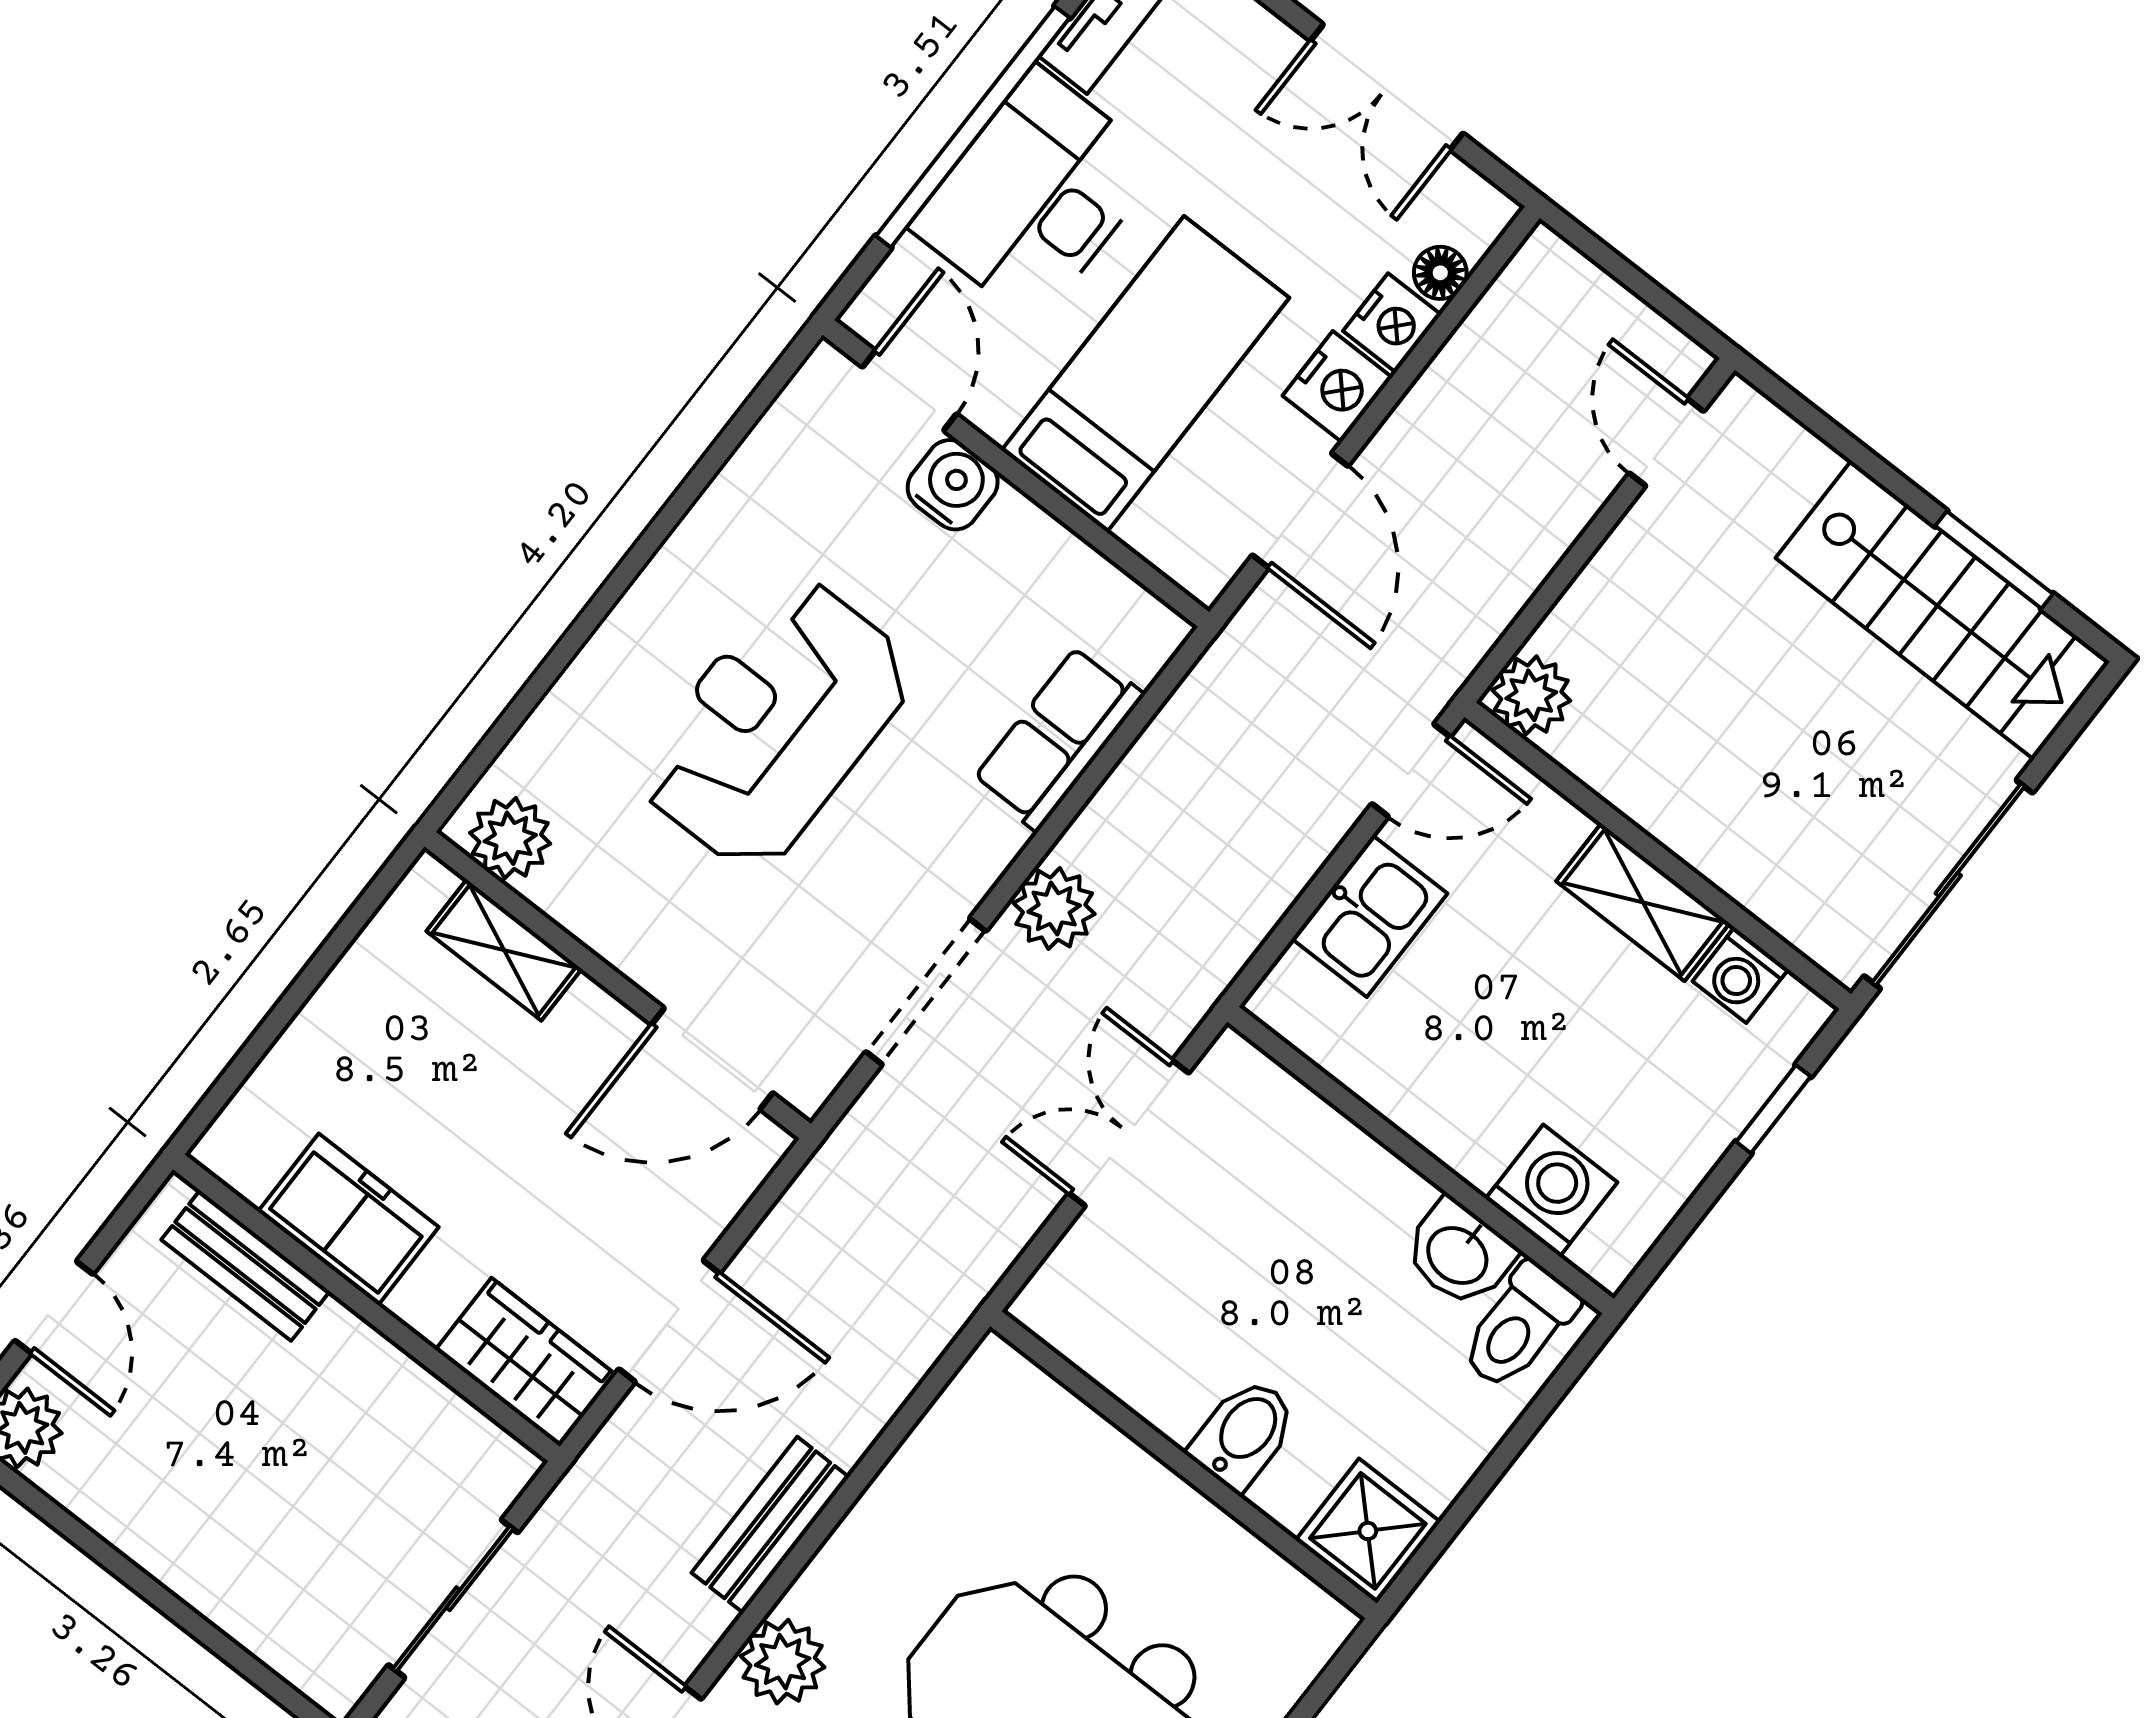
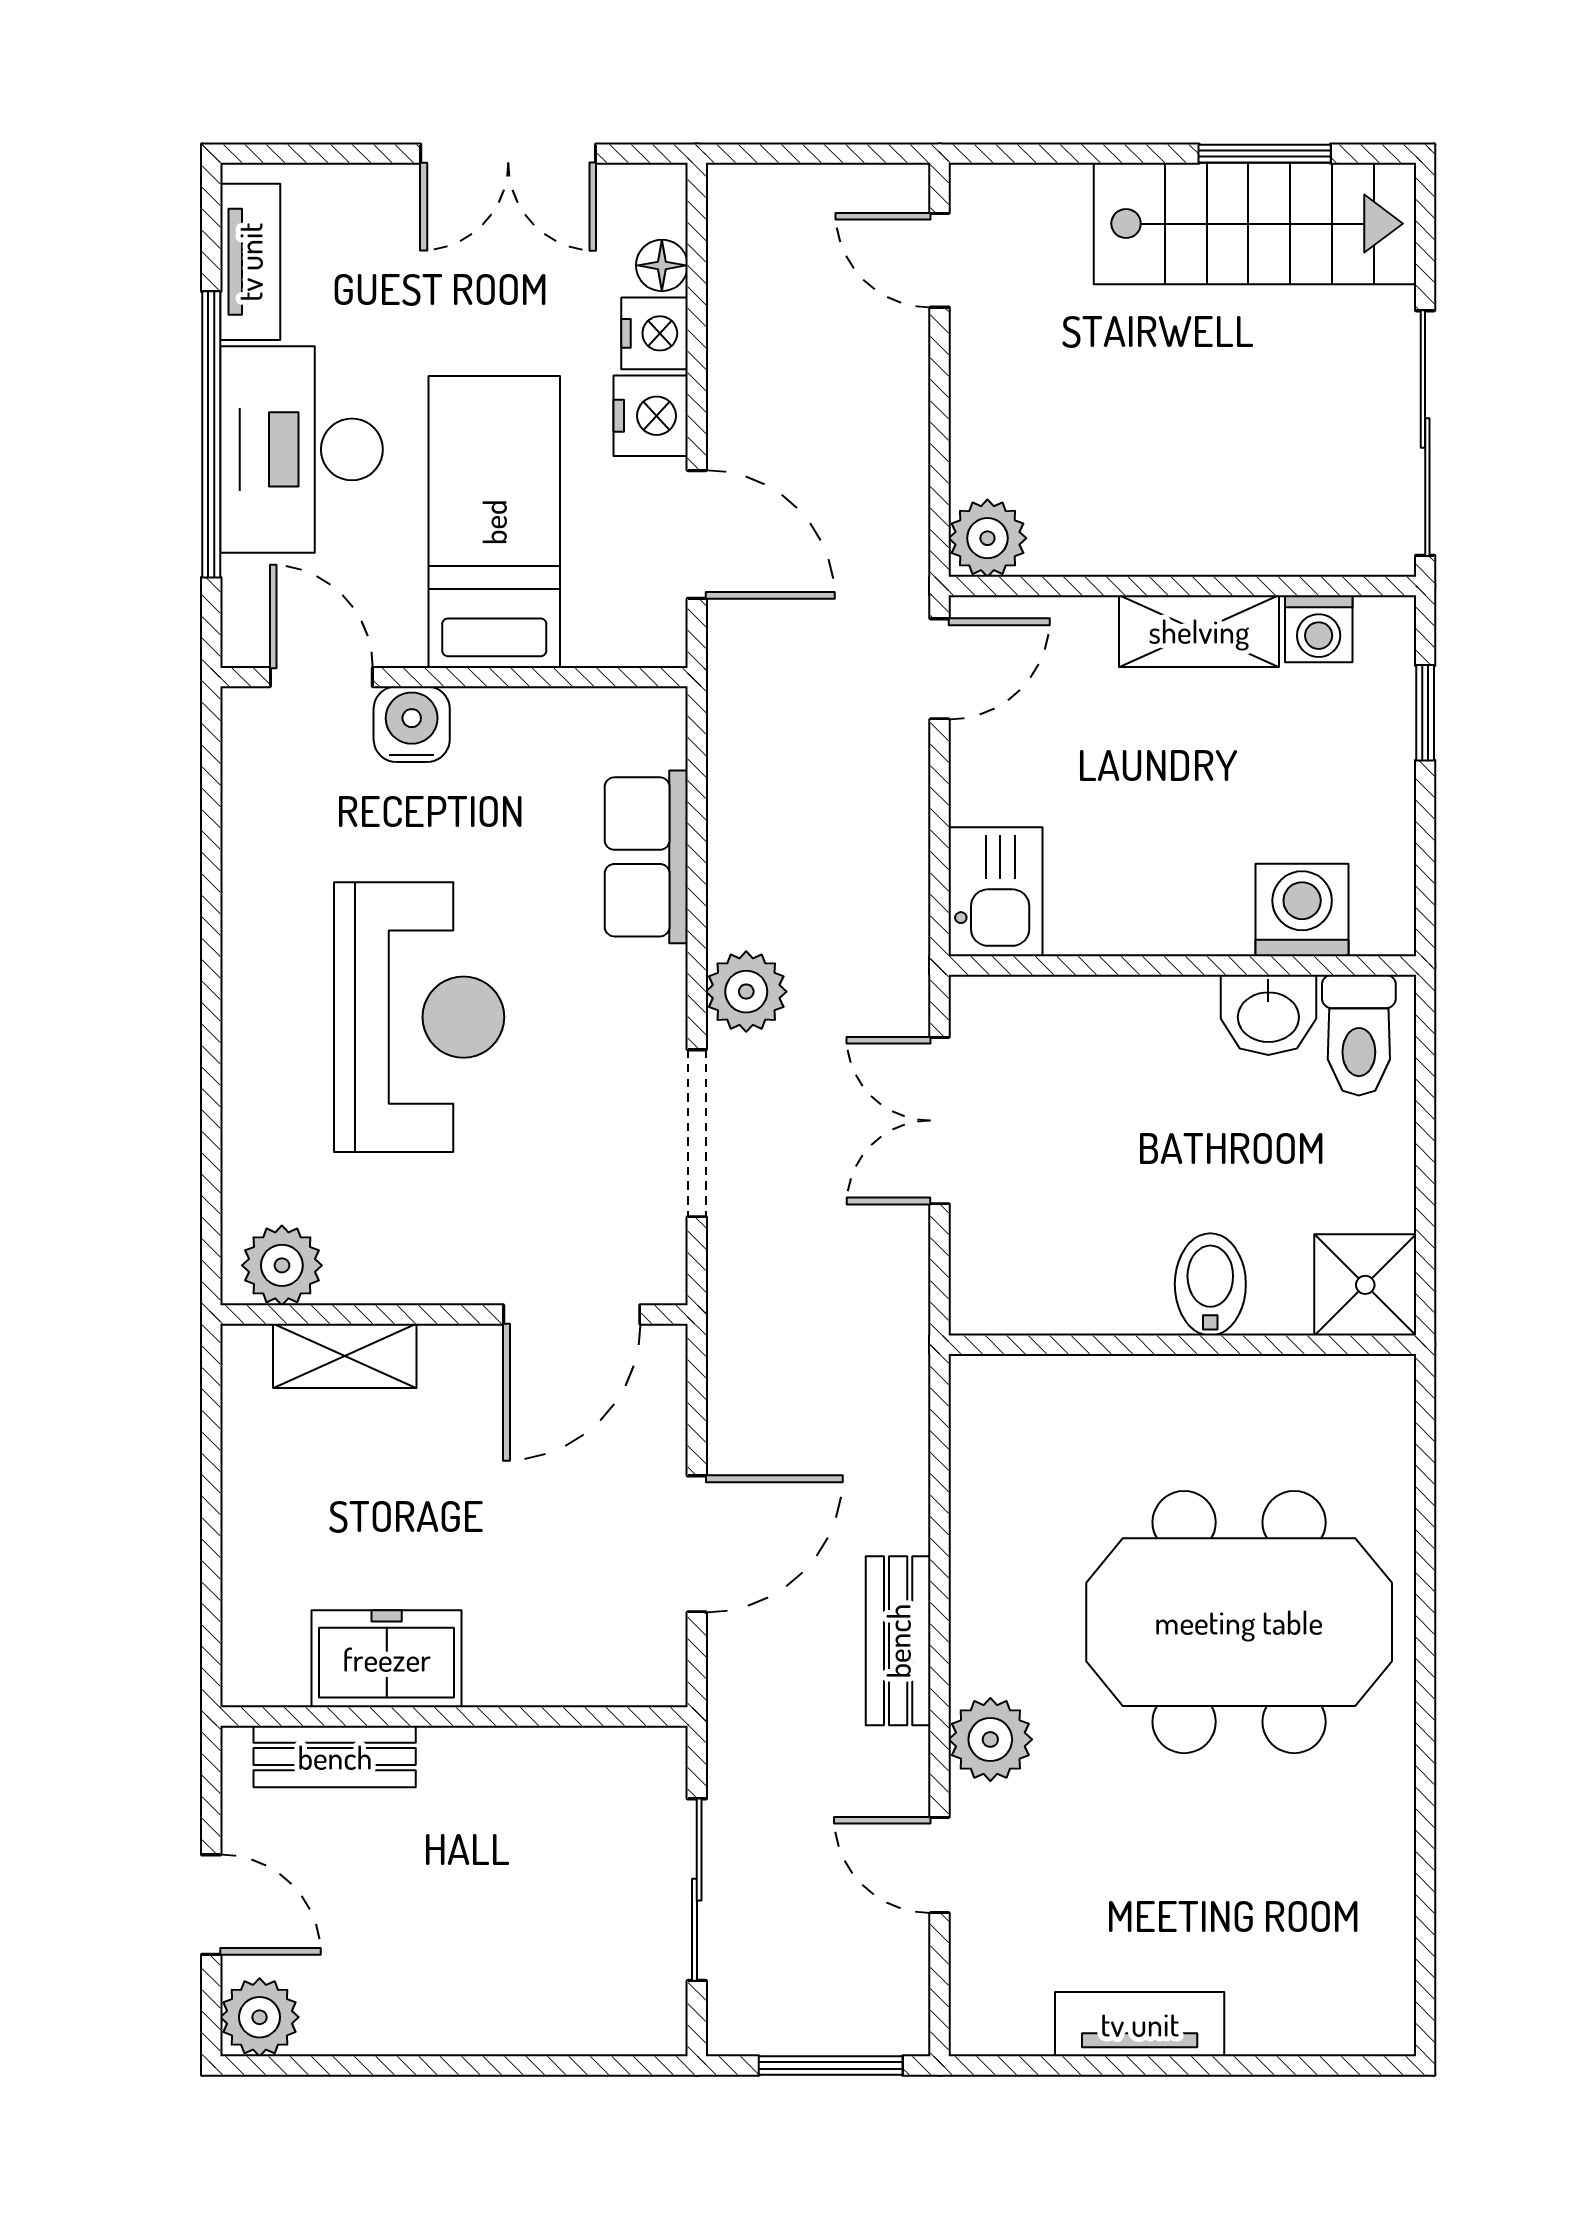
reception desk: (776, 725) -> (419, 1017), turned 180
kitchen sink: (1370, 916) -> (995, 892), moved
wardrobe: (526, 1362) -> (610, 1662), removed

